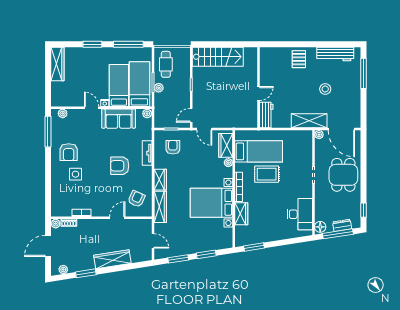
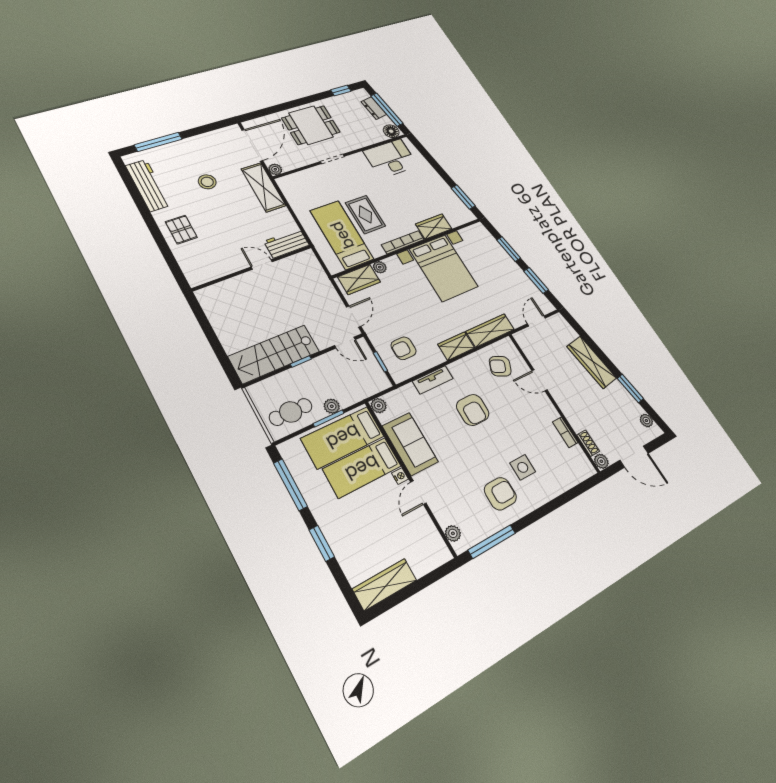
stairs: (218, 57) -> (274, 354), moved, turned -90
pallet: (299, 59) -> (181, 230), turned 90

